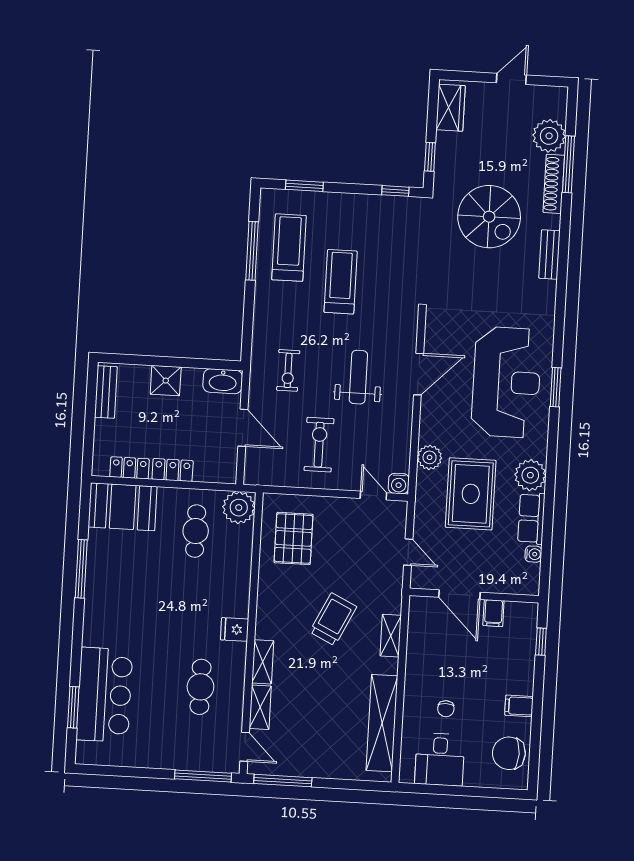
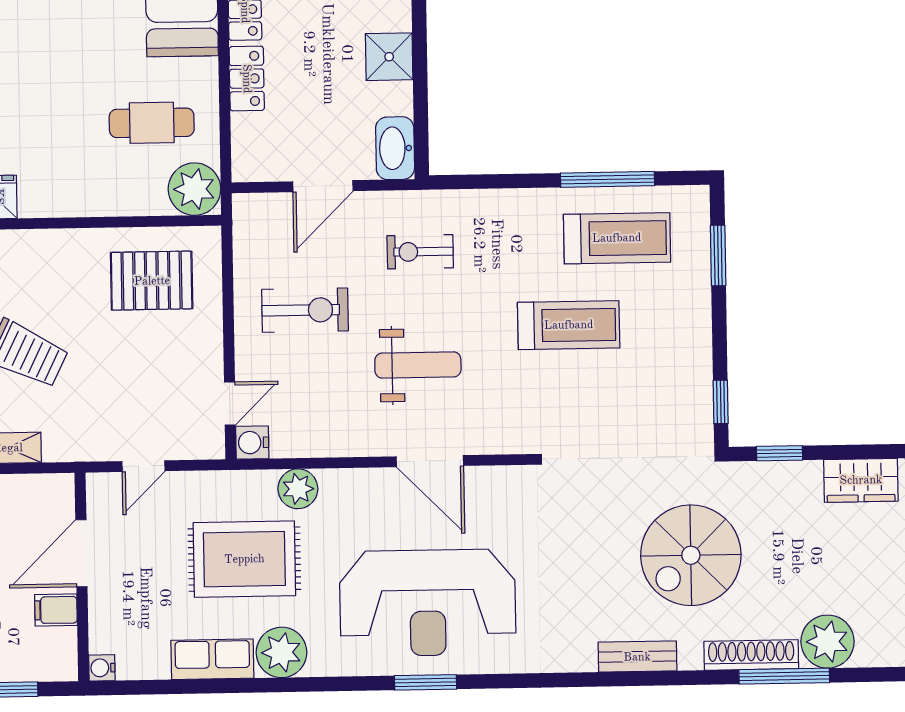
water cooler: (533, 554) -> (102, 668), moved, turned 90

